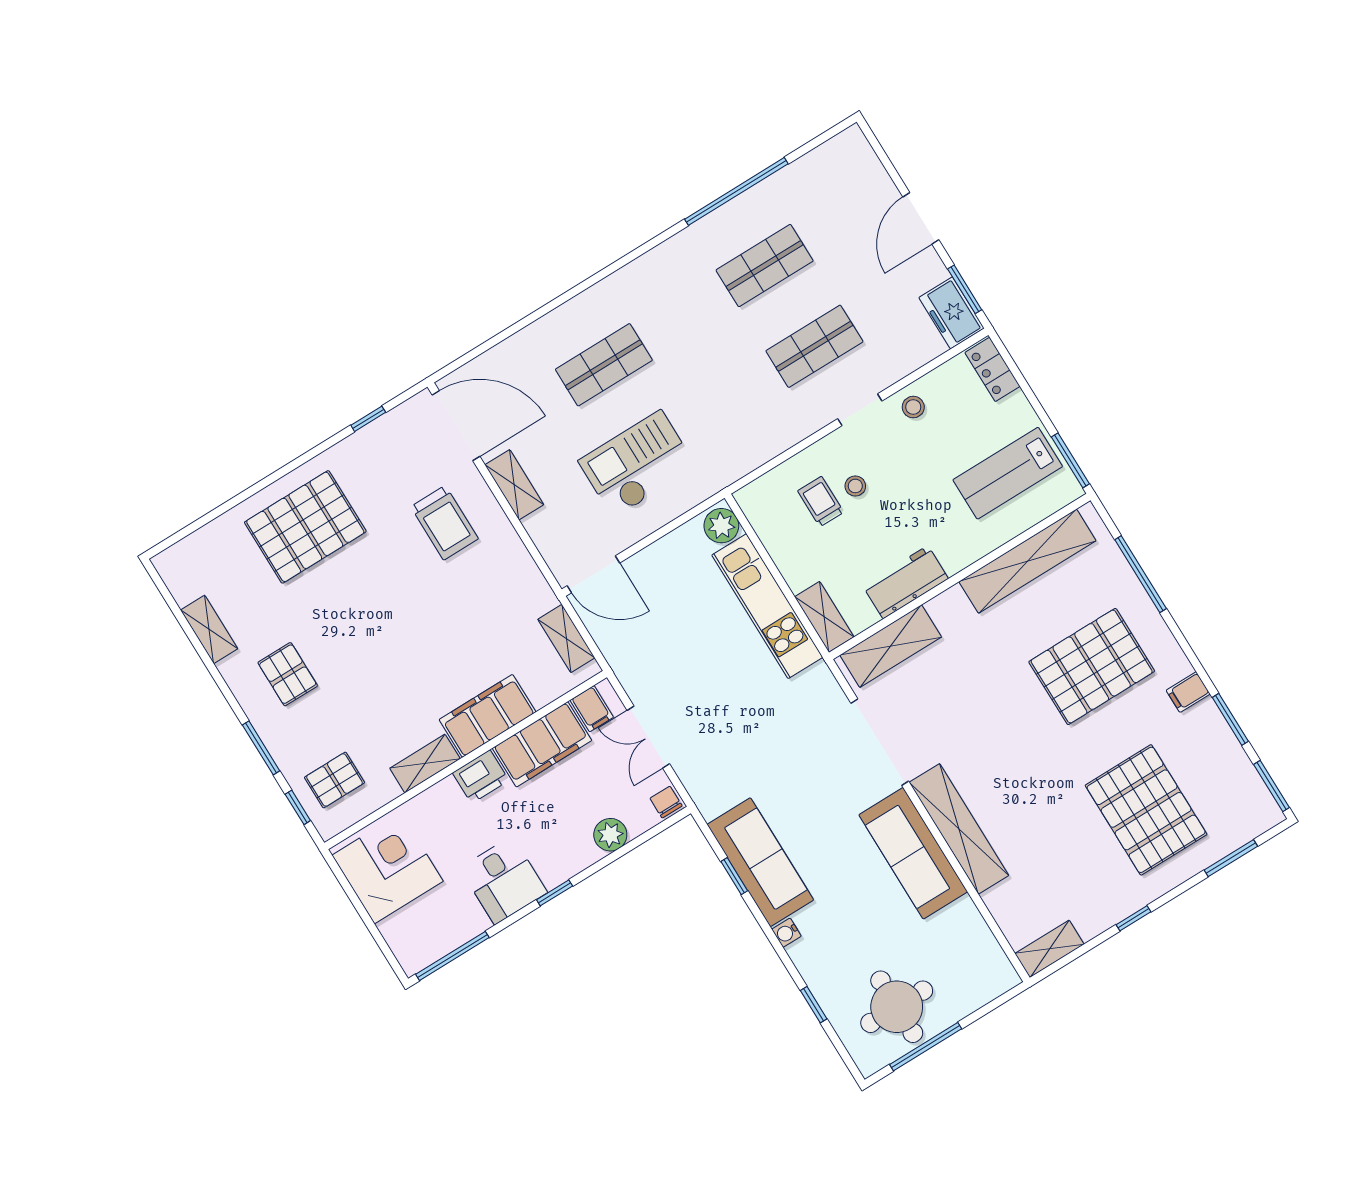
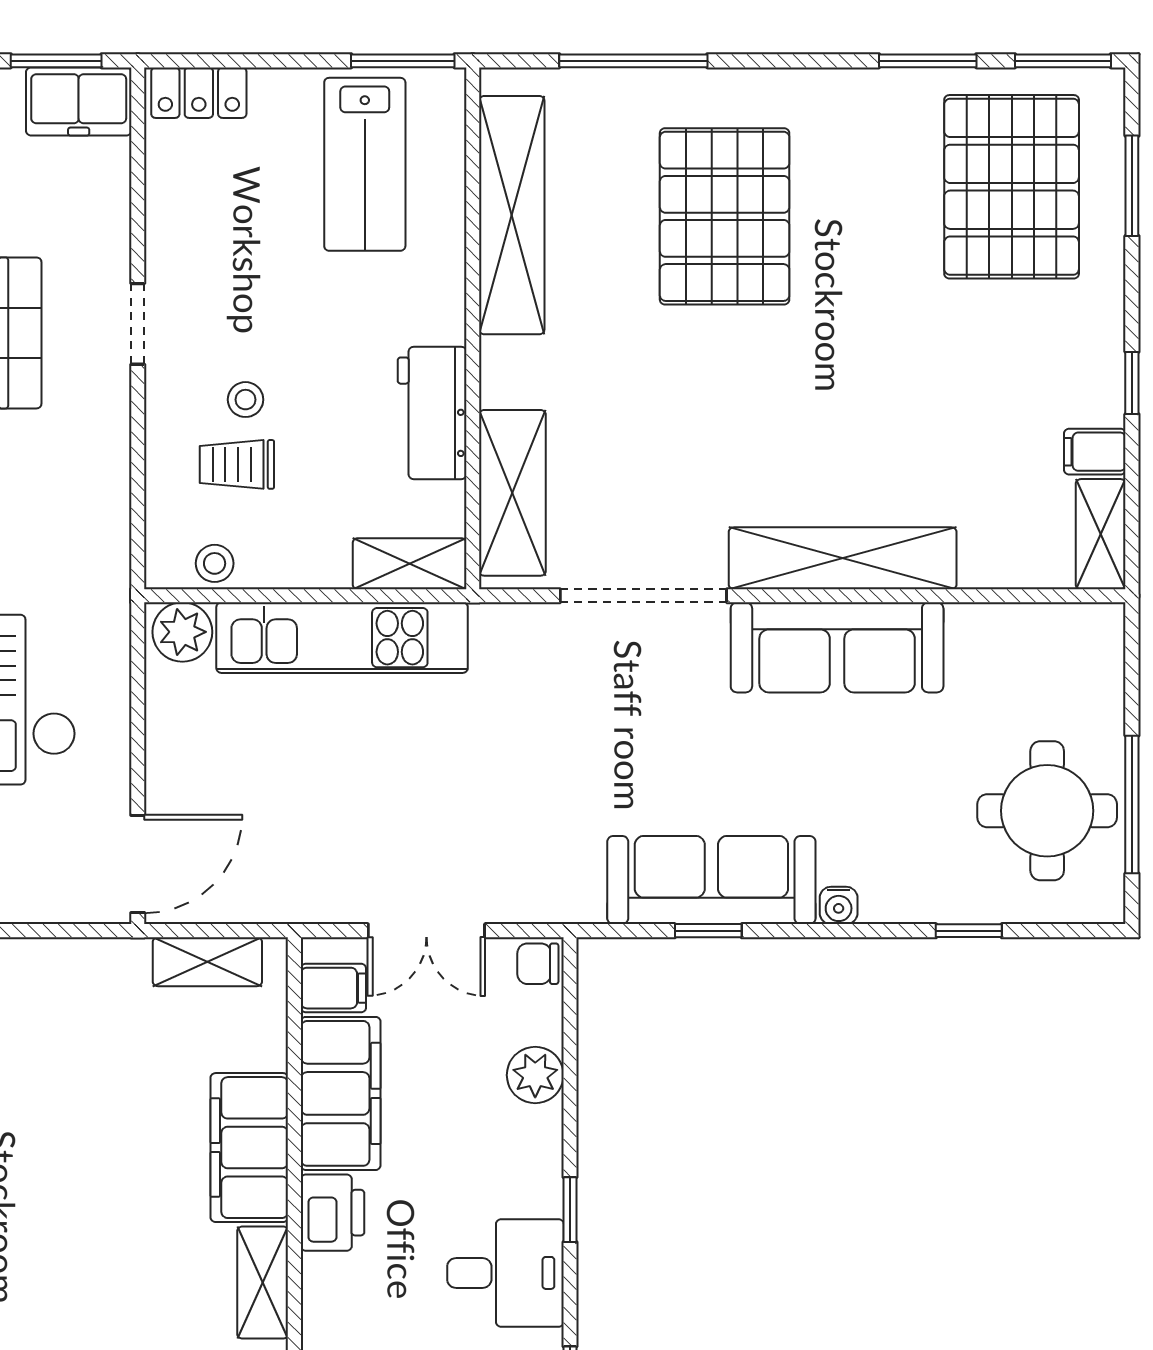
stool: (913, 407) -> (215, 563), moved
filing cabinet: (1188, 692) -> (1095, 452), moved, turned 90
pallet: (1146, 810) -> (1012, 187), moved, turned 90

